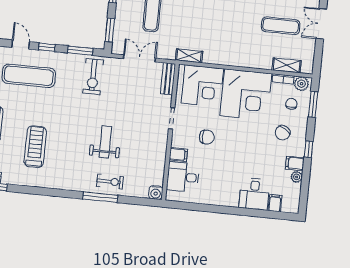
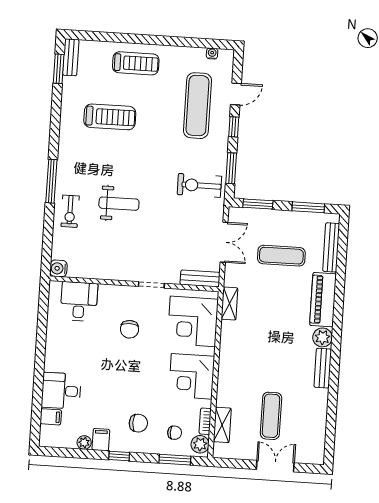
corner desk: (246, 95) -> (192, 376), width x0.74, depth x0.74
chair: (283, 133) -> (138, 423), turned 151
filing cabinet: (178, 155) -> (107, 295), removed
window: (100, 197) -> (51, 181), moved

